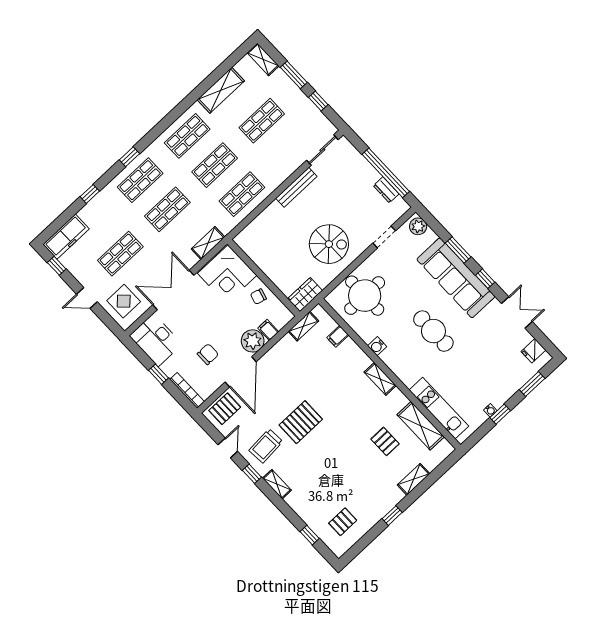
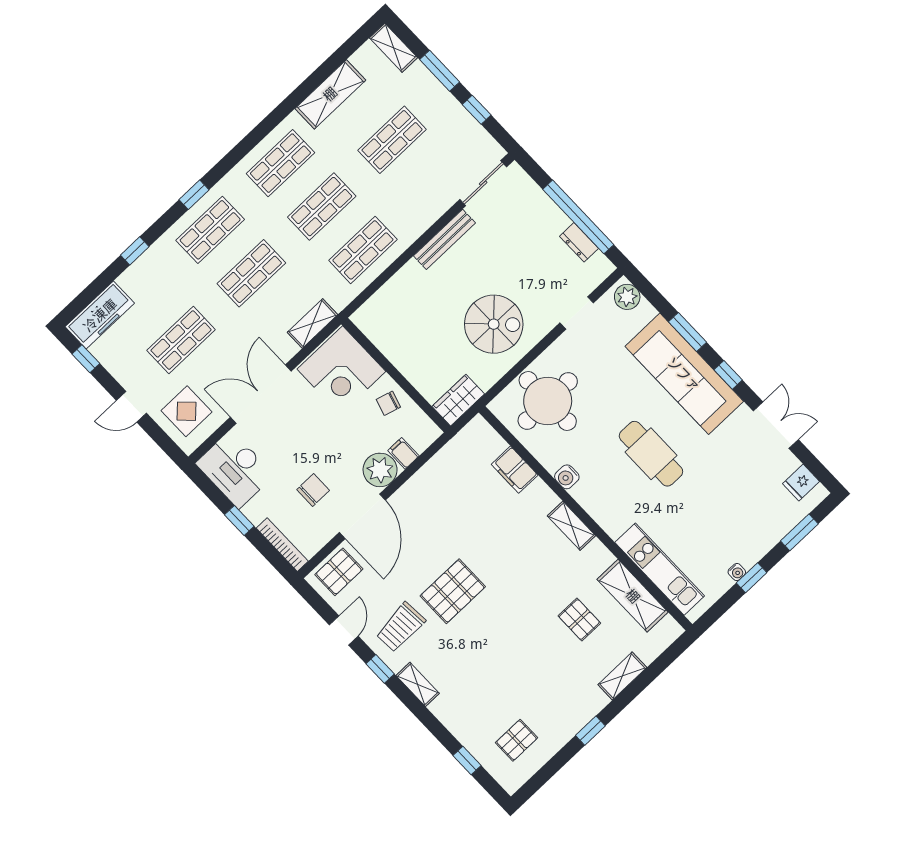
shelving: (303, 326) -> (456, 447), removed
filing cabinet: (338, 336) -> (515, 470), width x2.00

